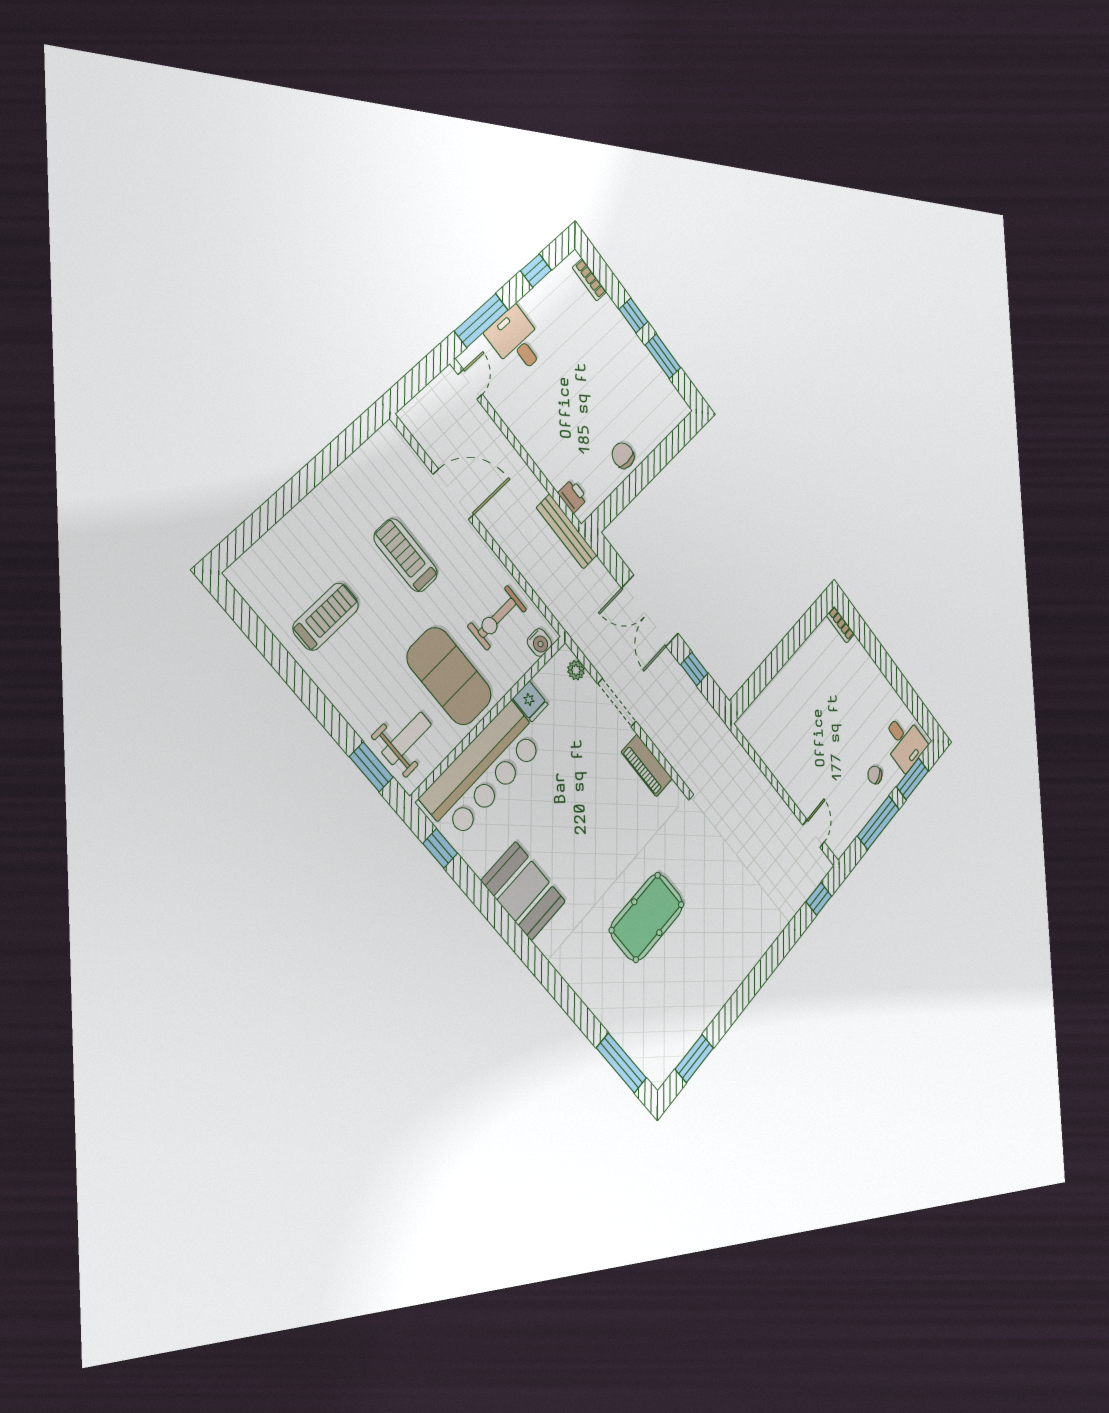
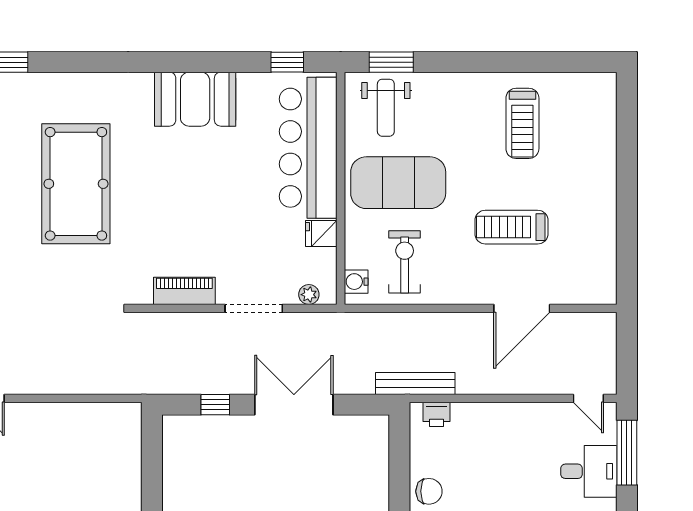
treadmill: (406, 555) -> (511, 227), turned 180
pool table: (647, 917) -> (76, 184), width x1.36, depth x1.32

